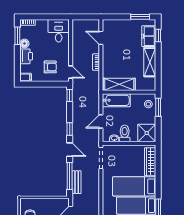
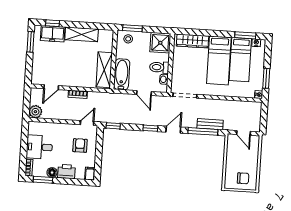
plant: (78, 25) -> (35, 112), added
desk: (59, 31) -> (39, 147), moved

